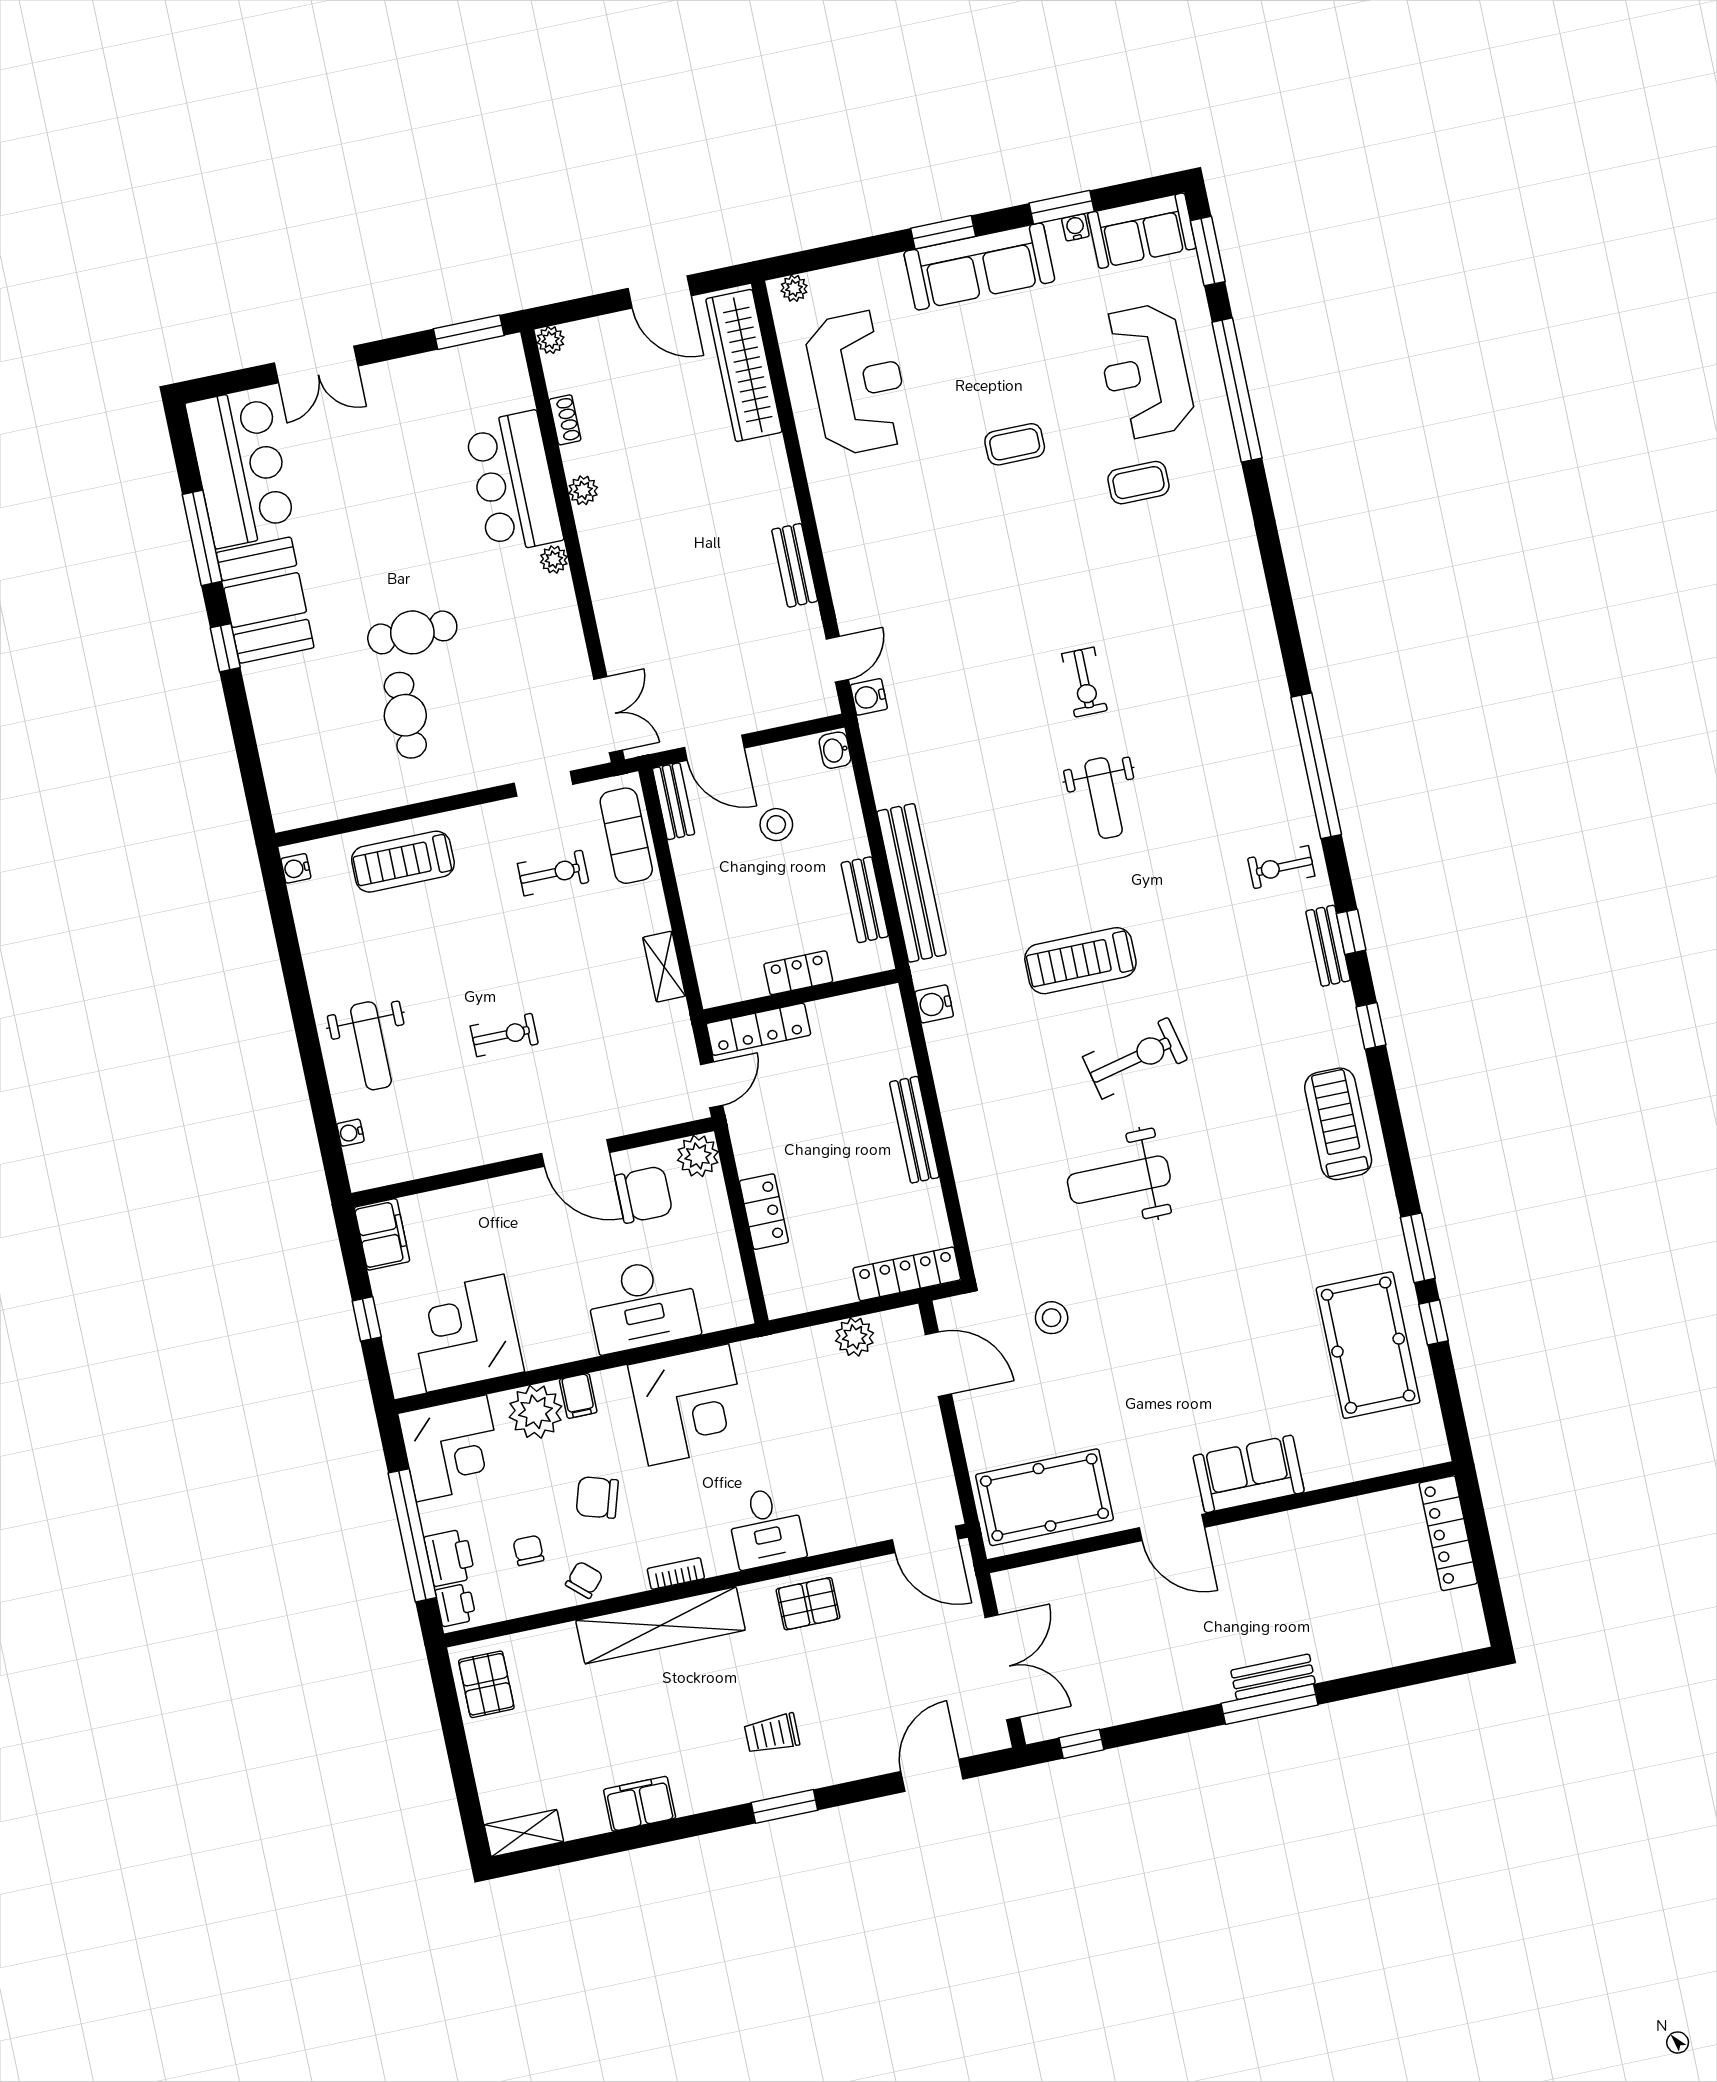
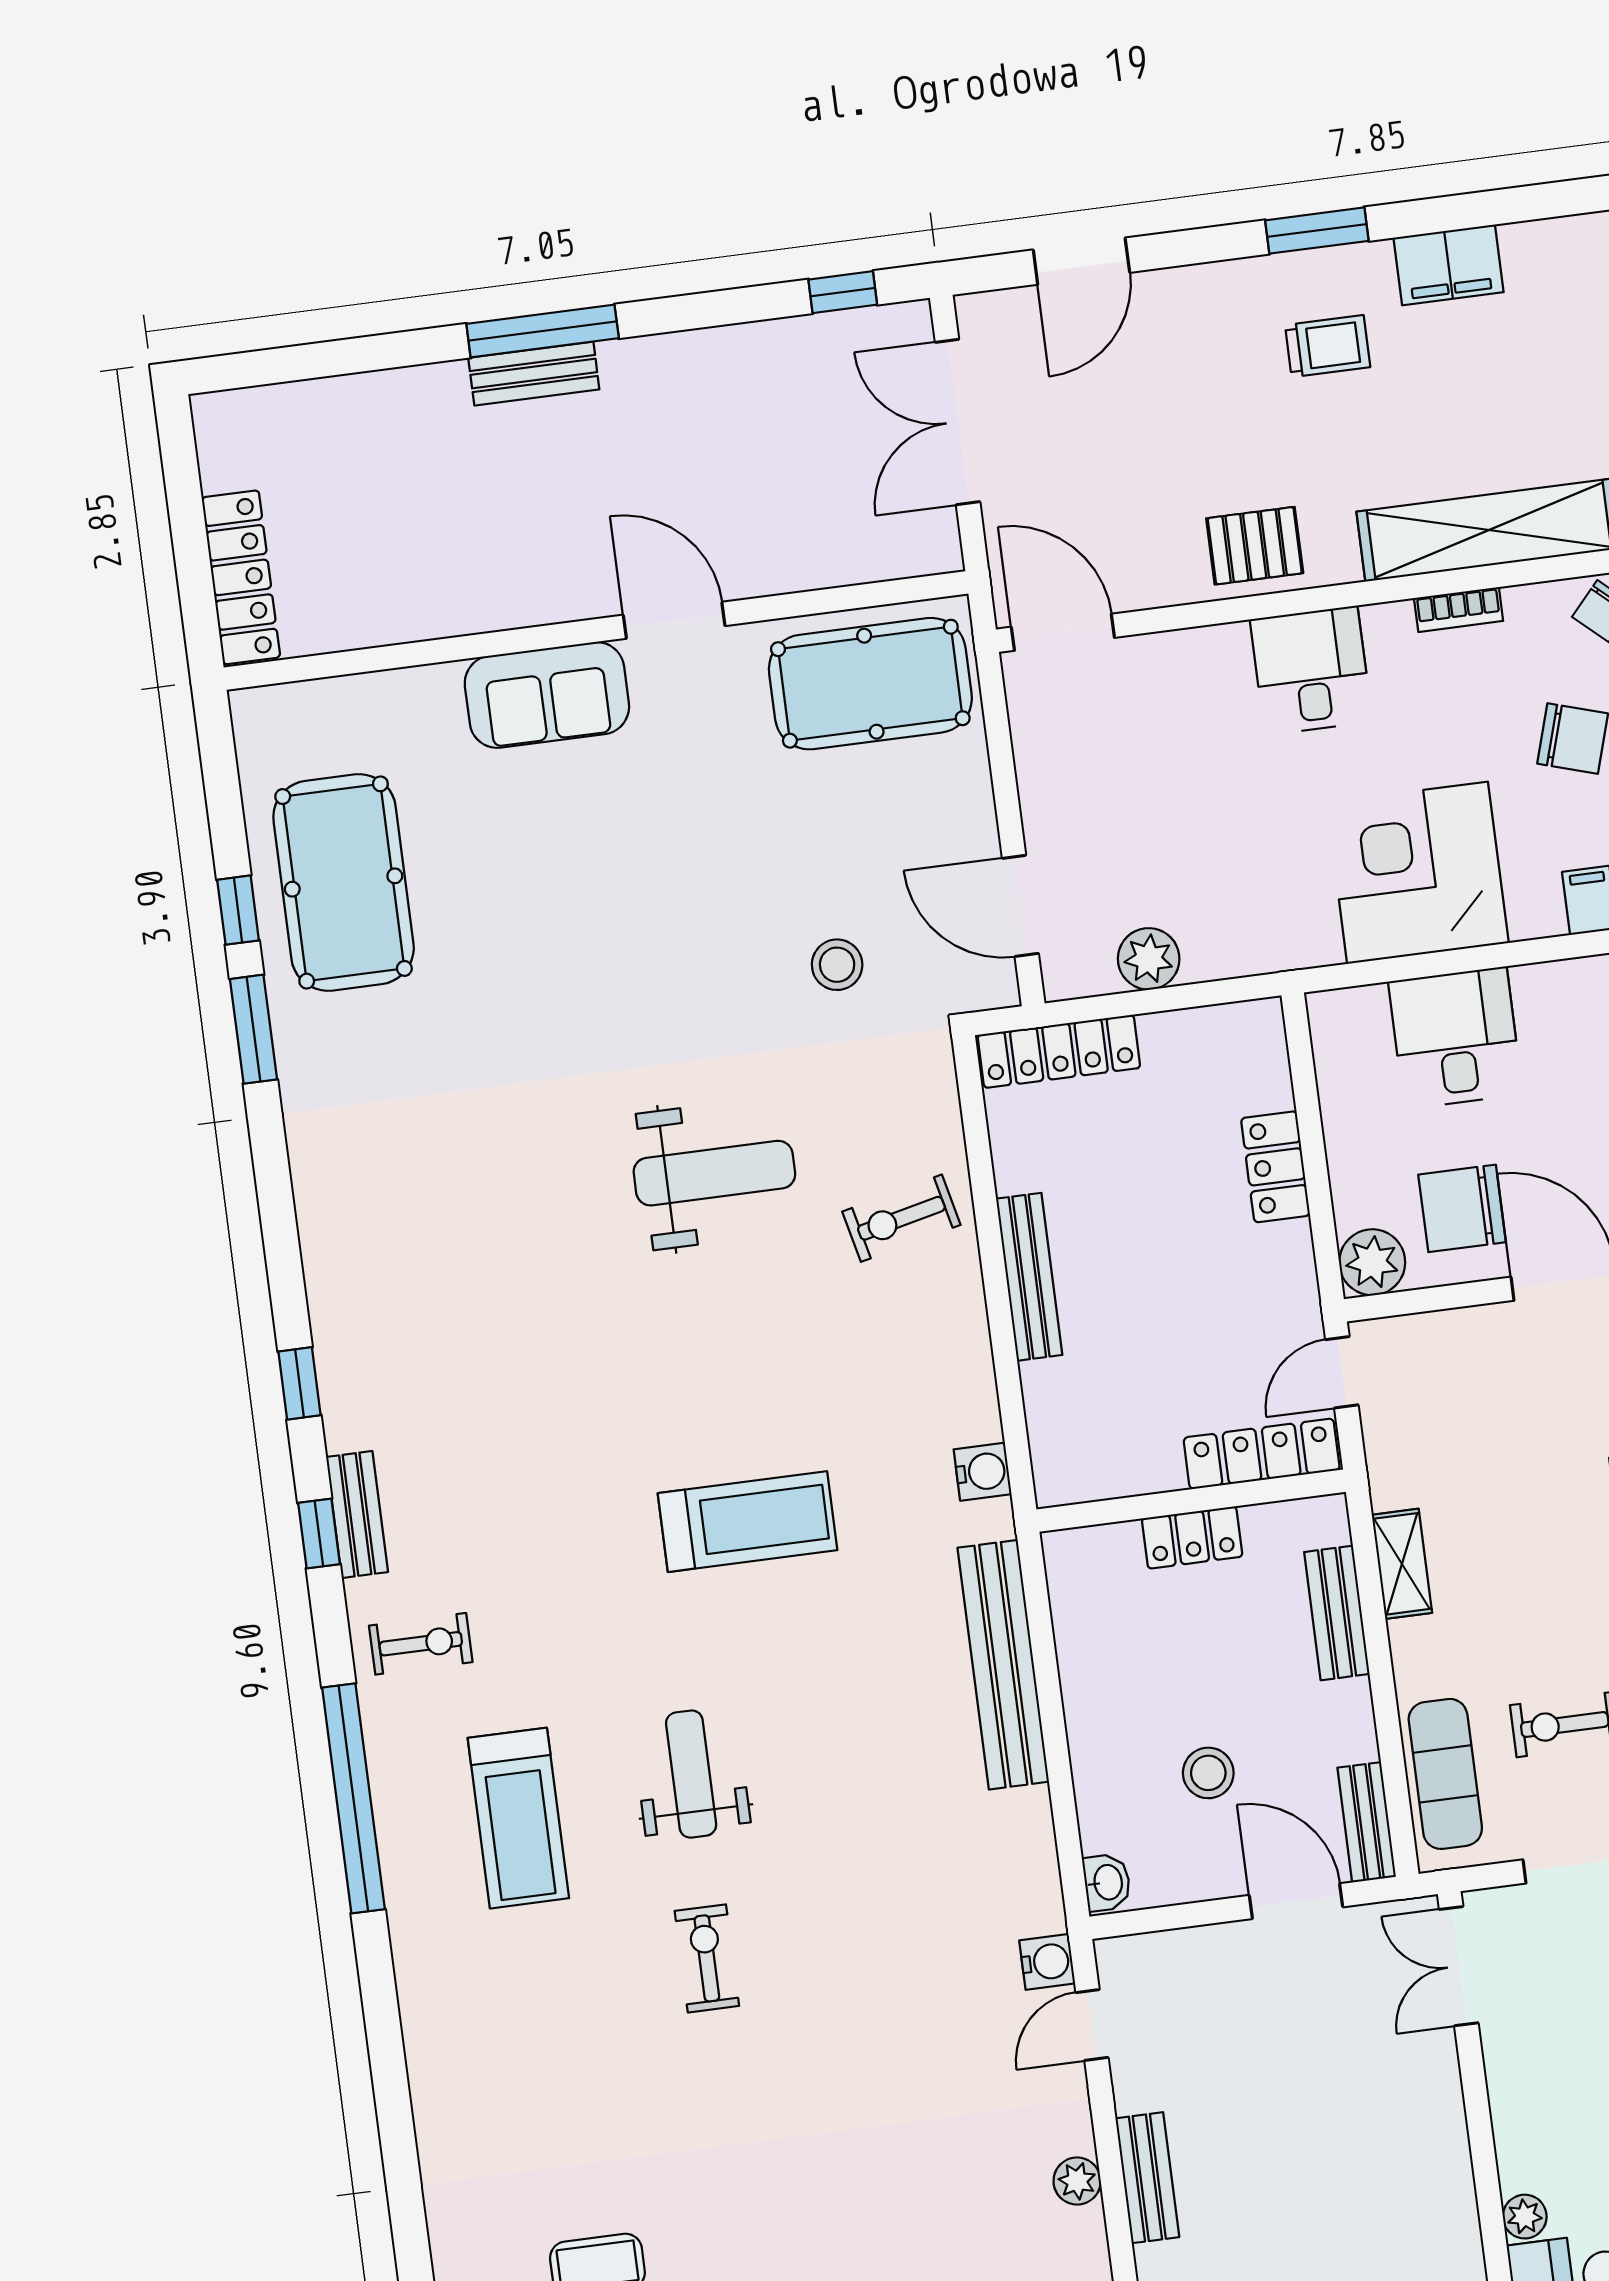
plant: (839, 560) -> (1077, 2181), added
bench: (865, 900) -> (1337, 1613), moved
exercise bike: (1135, 1058) -> (901, 1218), moved, width x0.73, depth x0.72
treadmill: (1338, 1124) -> (518, 1818), moved
desk: (643, 1305) -> (1455, 1038), width x0.73
filing cabinet: (640, 1804) -> (1448, 265), moved

